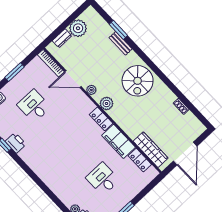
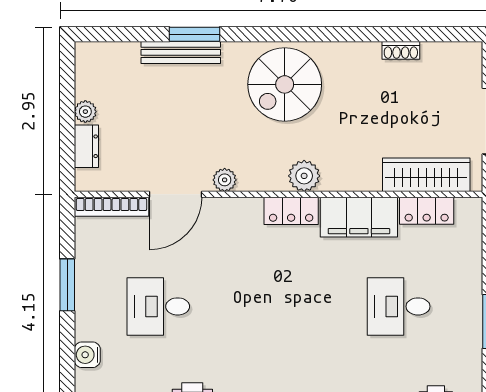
plant: (78, 28) -> (85, 112), width x0.53, depth x0.53
window: (118, 30) -> (195, 34), moved
bench: (121, 43) -> (181, 52), width x1.36
spiral stairs: (138, 81) -> (285, 84), turned 90
plant: (106, 103) -> (304, 176), moved

